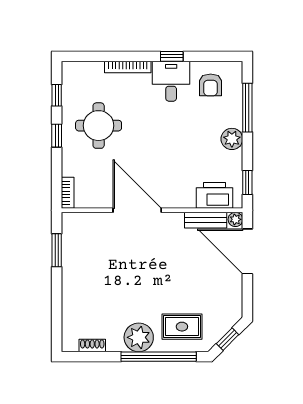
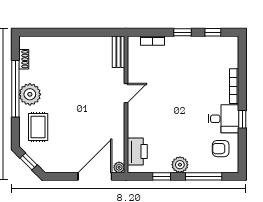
round table: (99, 126) -> (190, 64), removed
window: (247, 183) -> (162, 176), moved
bookcase: (68, 193) -> (152, 41), moved
door: (137, 210) -> (126, 93), width x0.53
bench: (206, 220) -> (118, 52), moved
window: (57, 250) -> (96, 32), removed
window: (159, 357) -> (15, 89), moved

